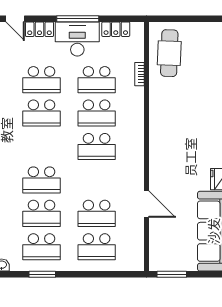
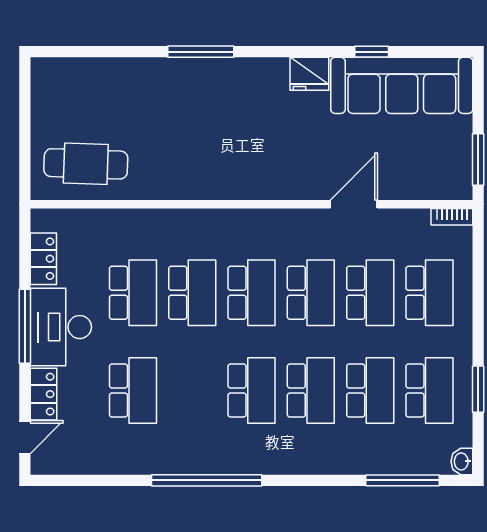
bookcase: (139, 74) -> (452, 217), moved
school desk: (42, 113) -> (252, 390), moved
school desk: (97, 180) -> (311, 293), added

